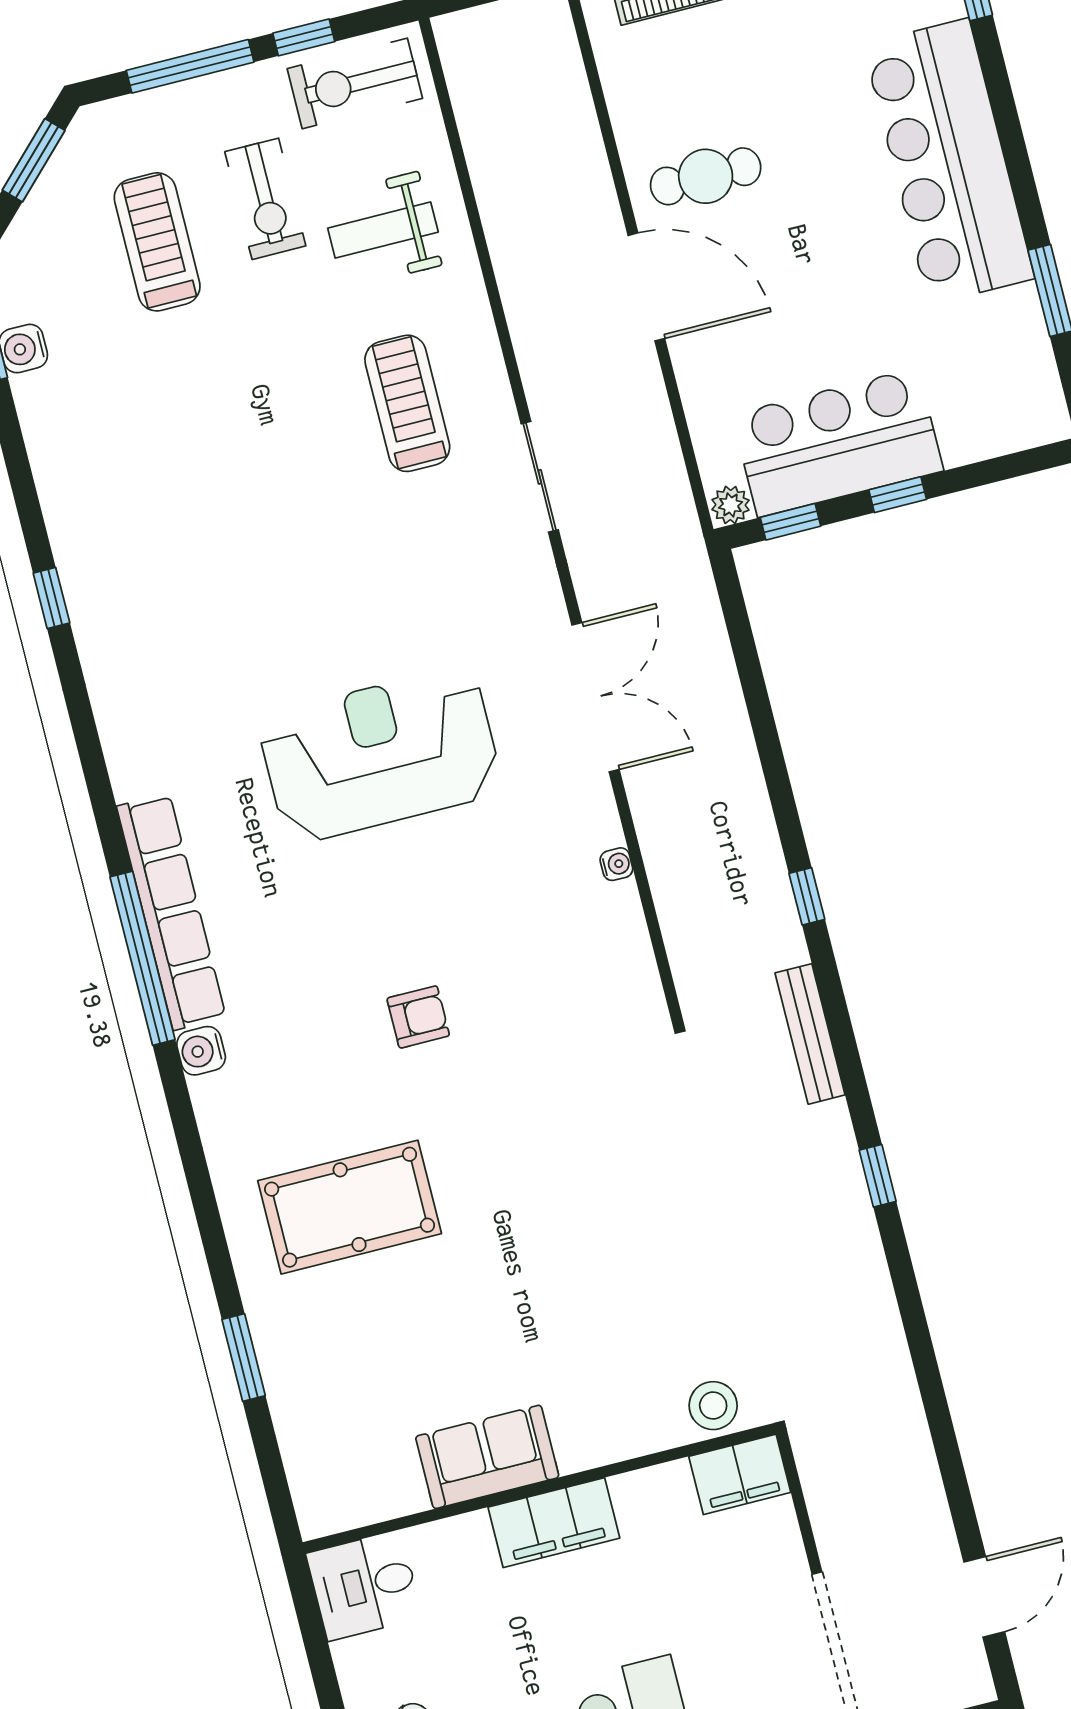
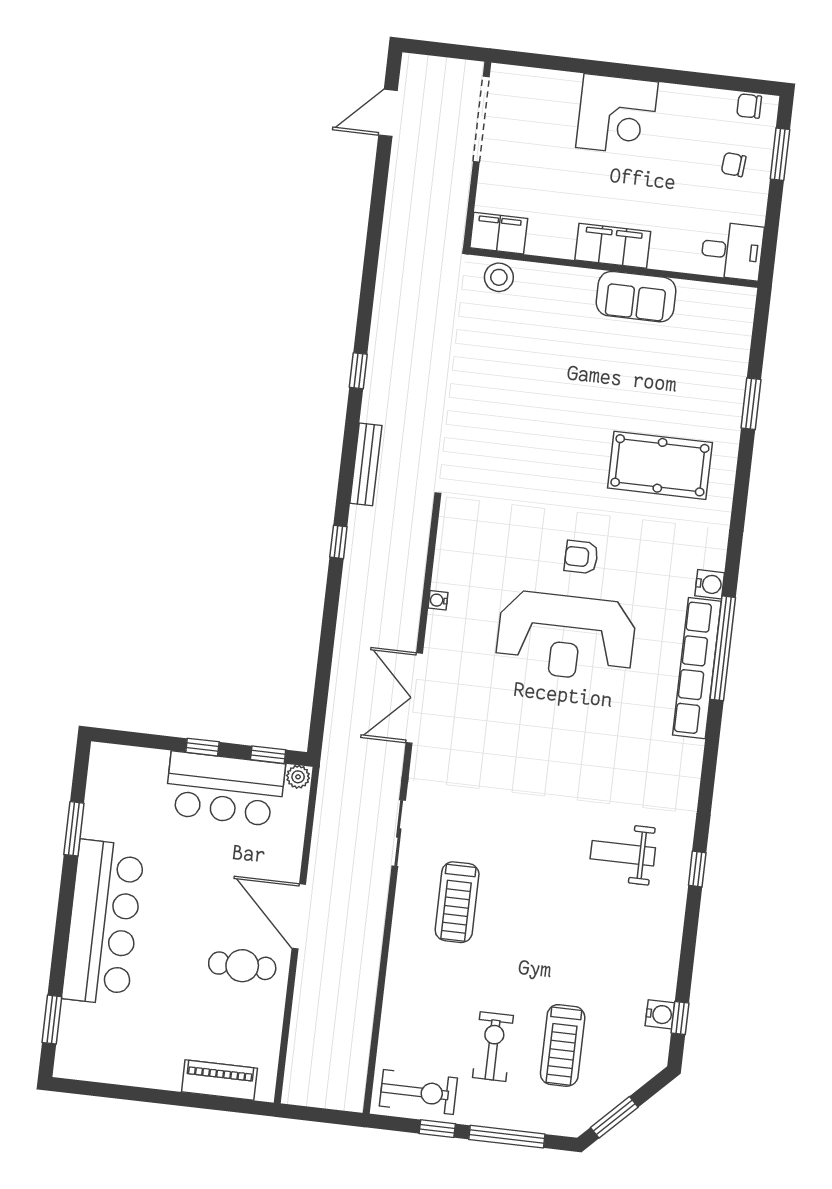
weight bench: (383, 230) -> (623, 853), moved, turned 180
reception desk: (380, 755) -> (566, 636), moved

